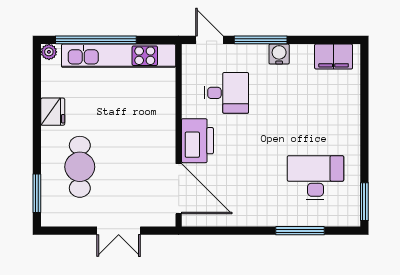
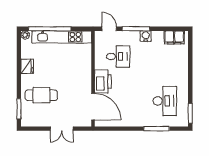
cafe table: (80, 167) -> (41, 95), turned 90
desk: (315, 178) -> (165, 101), turned 90

